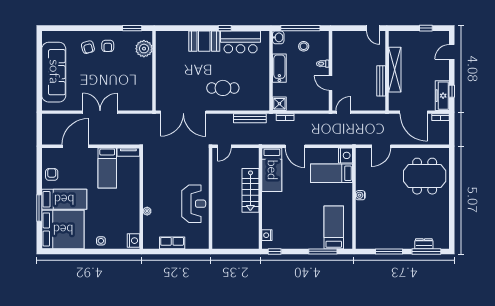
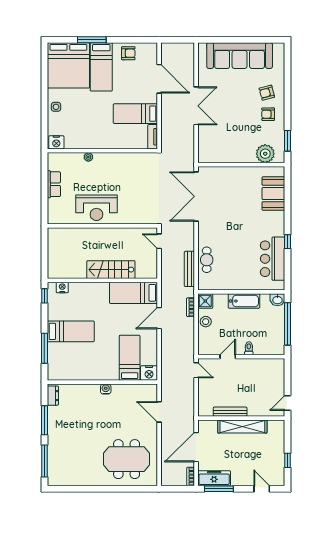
booth: (204, 41) -> (273, 194), moved
stool: (304, 46) -> (206, 322), moved
cafe table: (223, 88) -> (207, 260), moved, width x0.73, depth x0.74
window: (452, 91) -> (219, 489), width x2.17
meeting table: (425, 176) -> (127, 459), turned 90
bed: (334, 227) -> (71, 331), moved
dresser: (424, 244) -> (53, 396), moved

